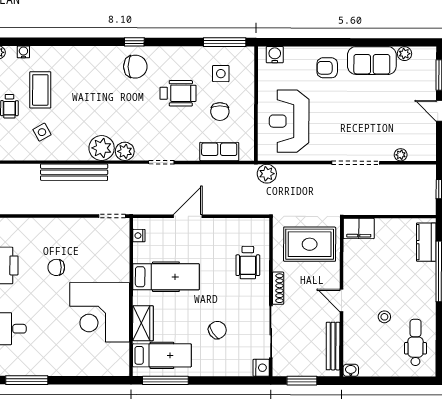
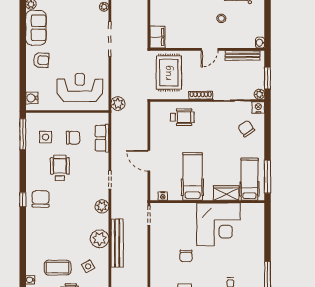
armchair: (327, 68) -> (41, 60), turned -87
reception desk: (289, 121) -> (80, 88), turned 180
plant: (102, 148) -> (100, 239), moved
chair: (217, 330) -> (246, 129), moved
plant: (279, 369) -> (259, 94), added

